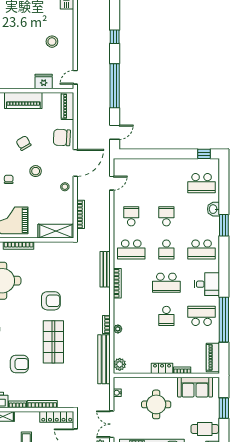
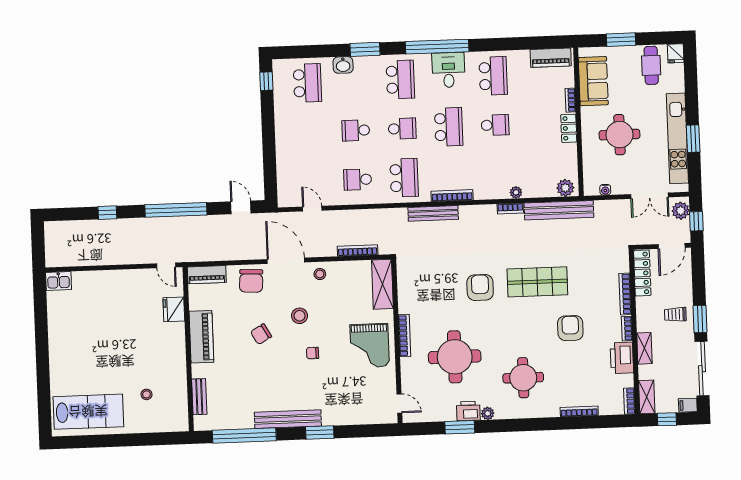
stool: (52, 42) -> (117, 300), removed
school desk: (202, 316) -> (493, 76), turned 180
window: (224, 320) -> (437, 47), moved

